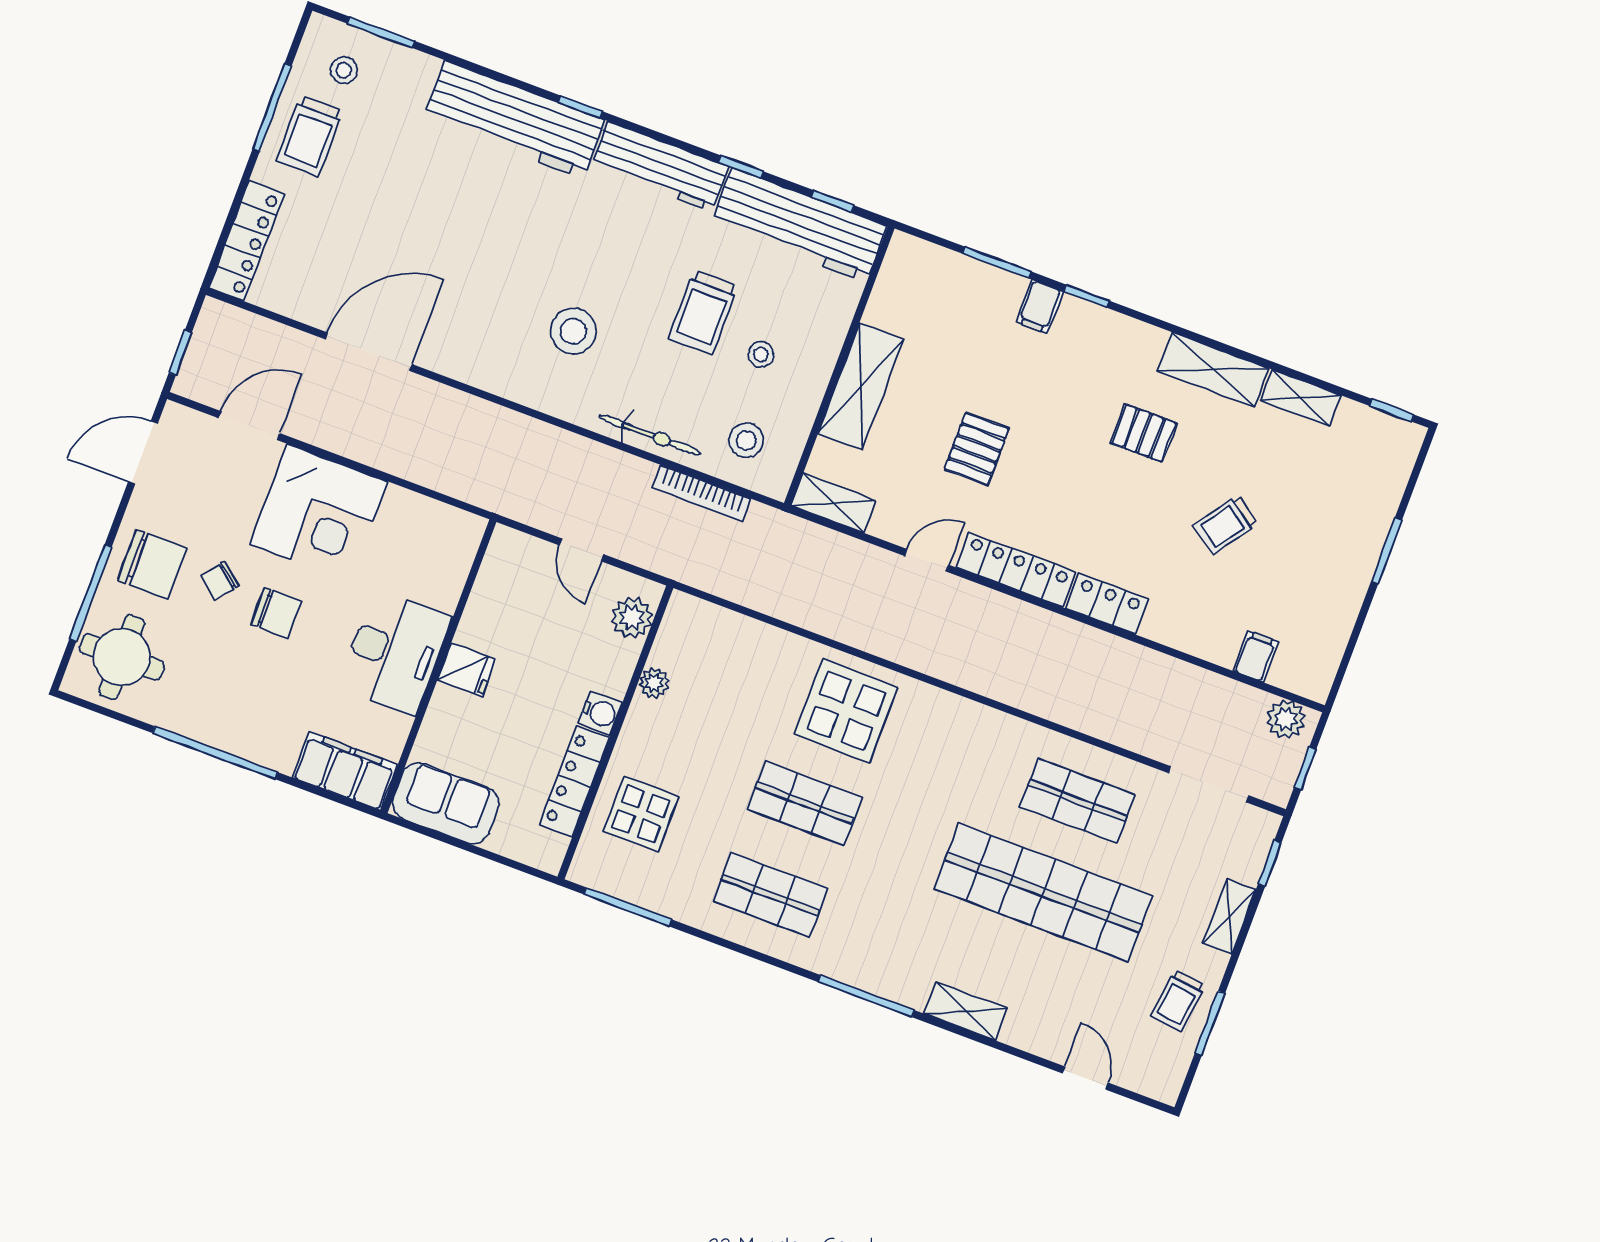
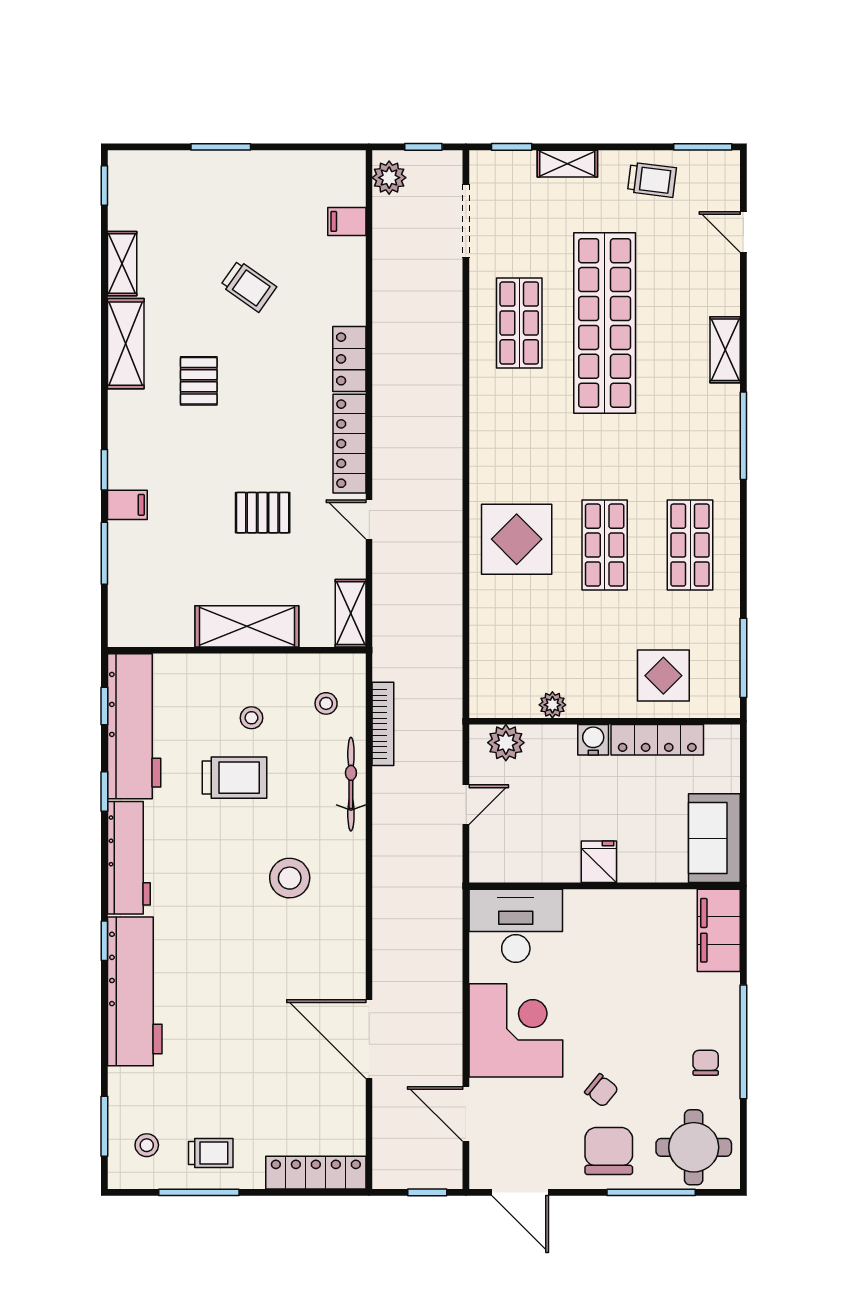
trolley: (310, 136) -> (211, 1153), width x0.73, depth x0.72
stool: (746, 440) -> (326, 703), width x0.73, depth x0.73
chair: (276, 613) -> (706, 1063), moved, width x0.73, depth x0.73
desk: (395, 653) -> (516, 926), moved
window: (1210, 1023) -> (703, 147), moved
door: (1085, 1078) -> (743, 232), hinge flipped

